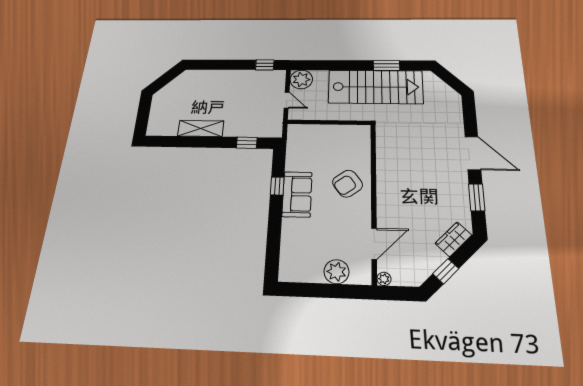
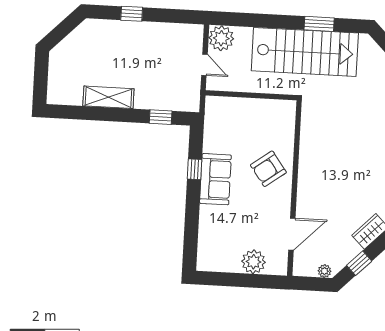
window: (265, 65) -> (132, 14), moved
plant: (384, 279) -> (325, 271), moved

